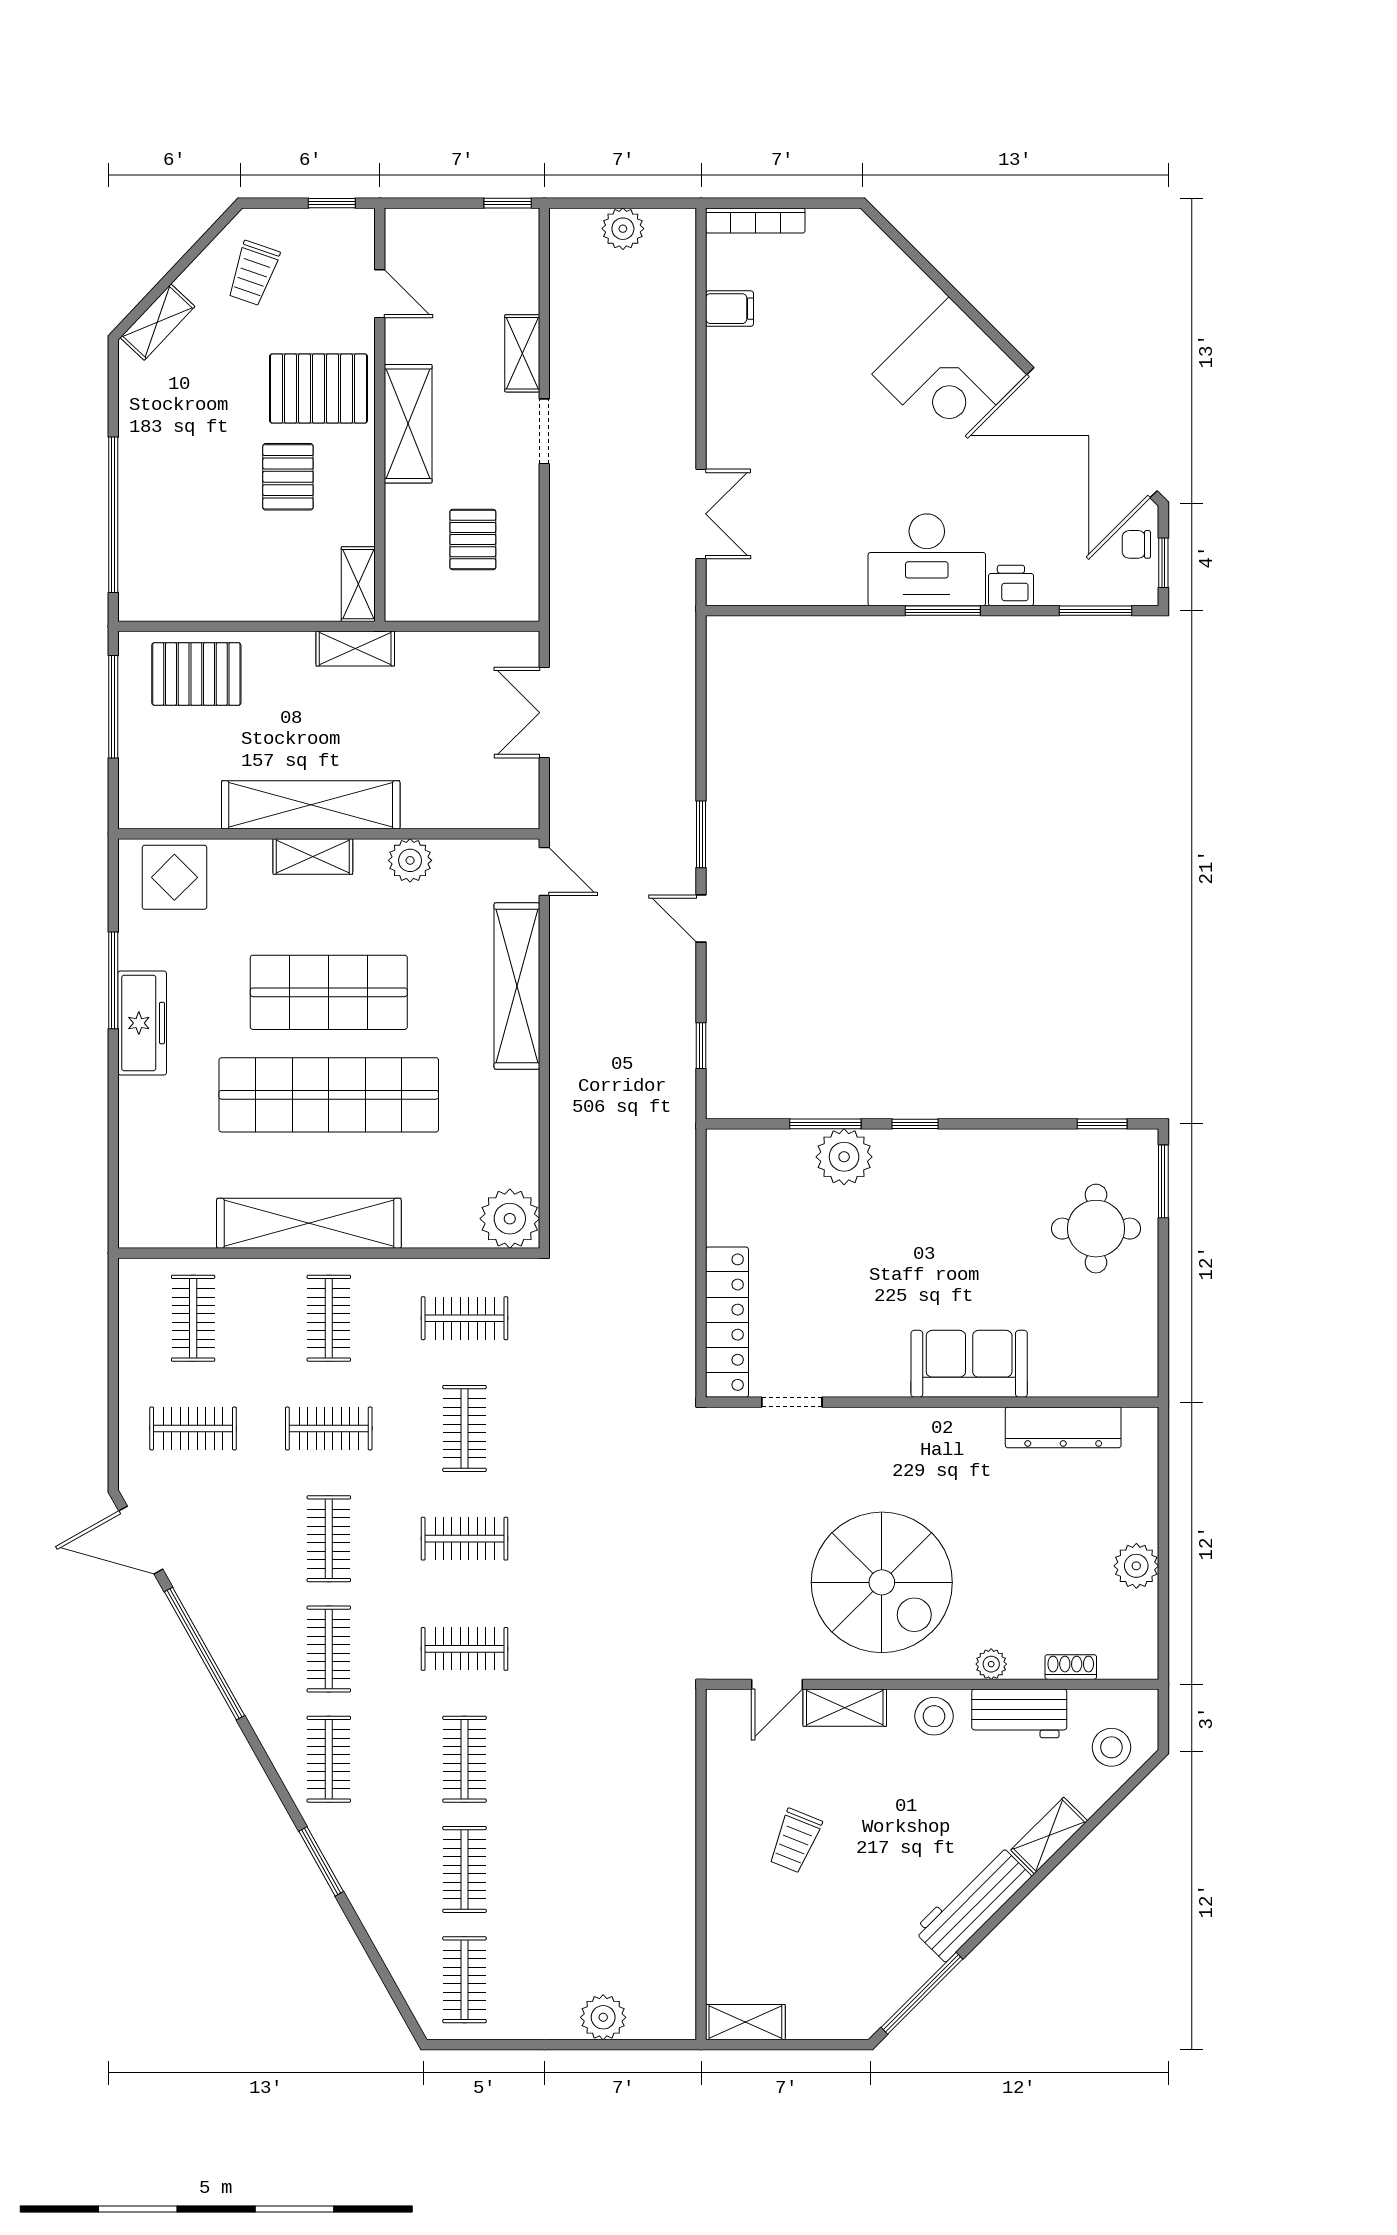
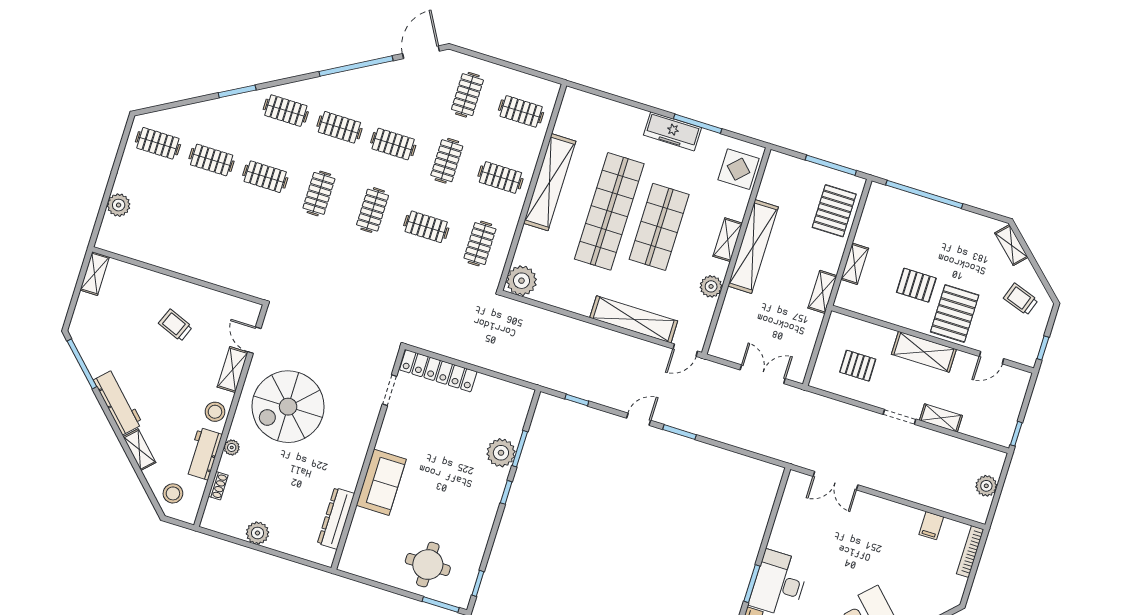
shelving: (358, 584) -> (855, 264), moved, turned 90

